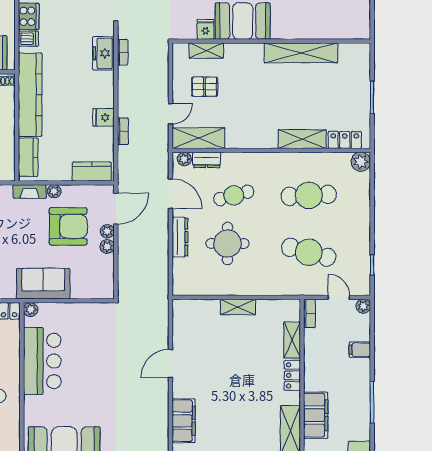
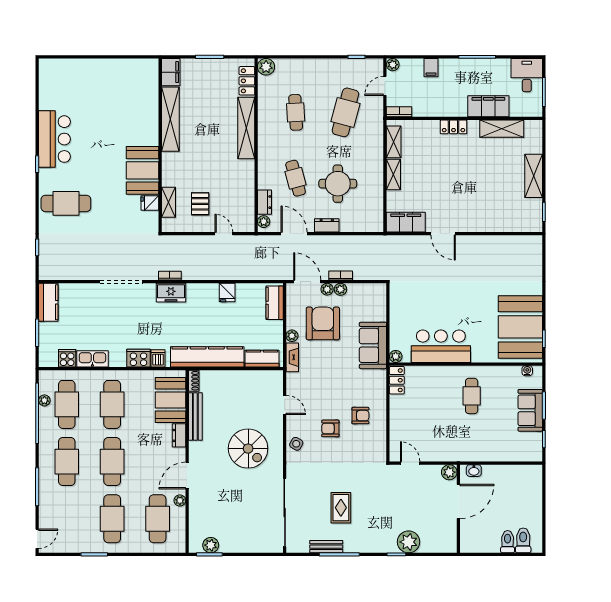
filing cabinet: (355, 53) -> (171, 72), added
bookcase: (123, 131) -> (341, 275), moved
shelving: (198, 138) -> (245, 209), removed
shelving: (302, 139) -> (246, 128), width x1.47
door: (170, 194) -> (294, 234), hinge flipped
cafe table: (309, 195) -> (296, 112), width x0.73, depth x0.74
dresser: (180, 237) -> (327, 225), width x0.70
shelving: (292, 340) -> (394, 142), moved, turned 90
filing cabinet: (184, 421) -> (406, 222), moved

